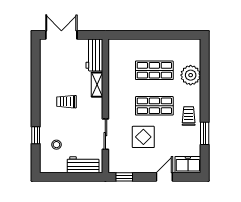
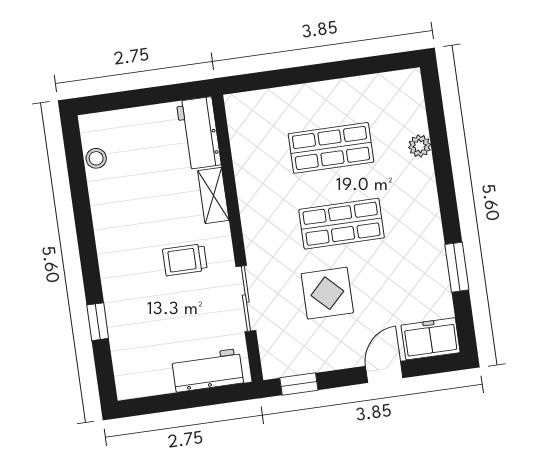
double door: (61, 35) -> (122, 100), removed
plant: (191, 75) -> (420, 146), width x0.53, depth x0.53
trolley: (66, 102) -> (185, 260), moved
trolley: (189, 116) -> (418, 235), removed
stool: (56, 145) -> (96, 158), moved

